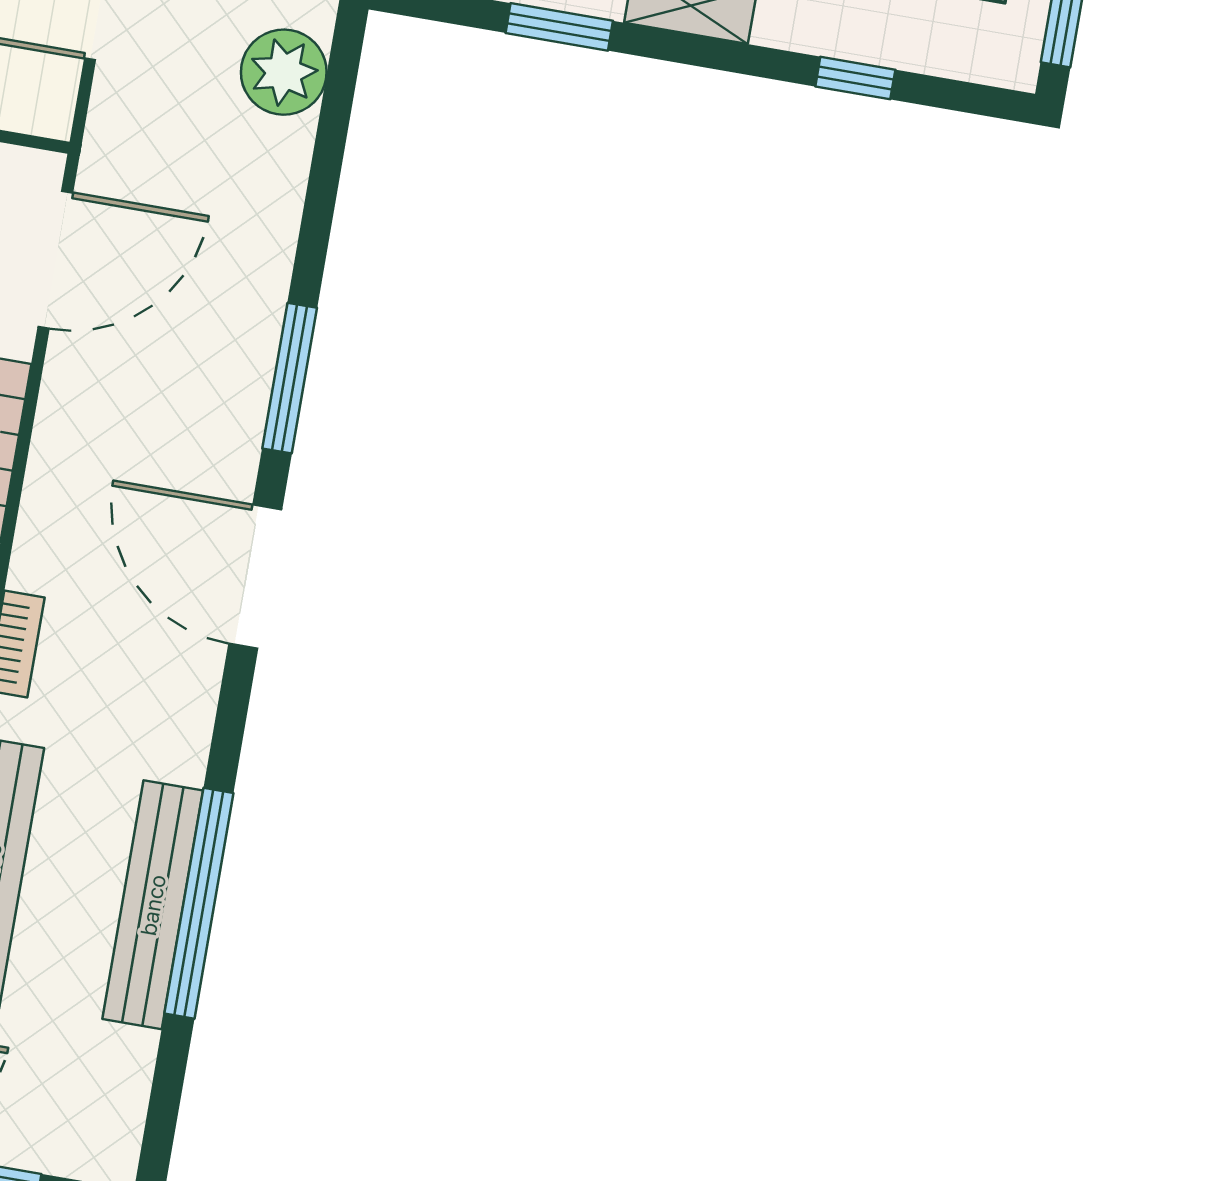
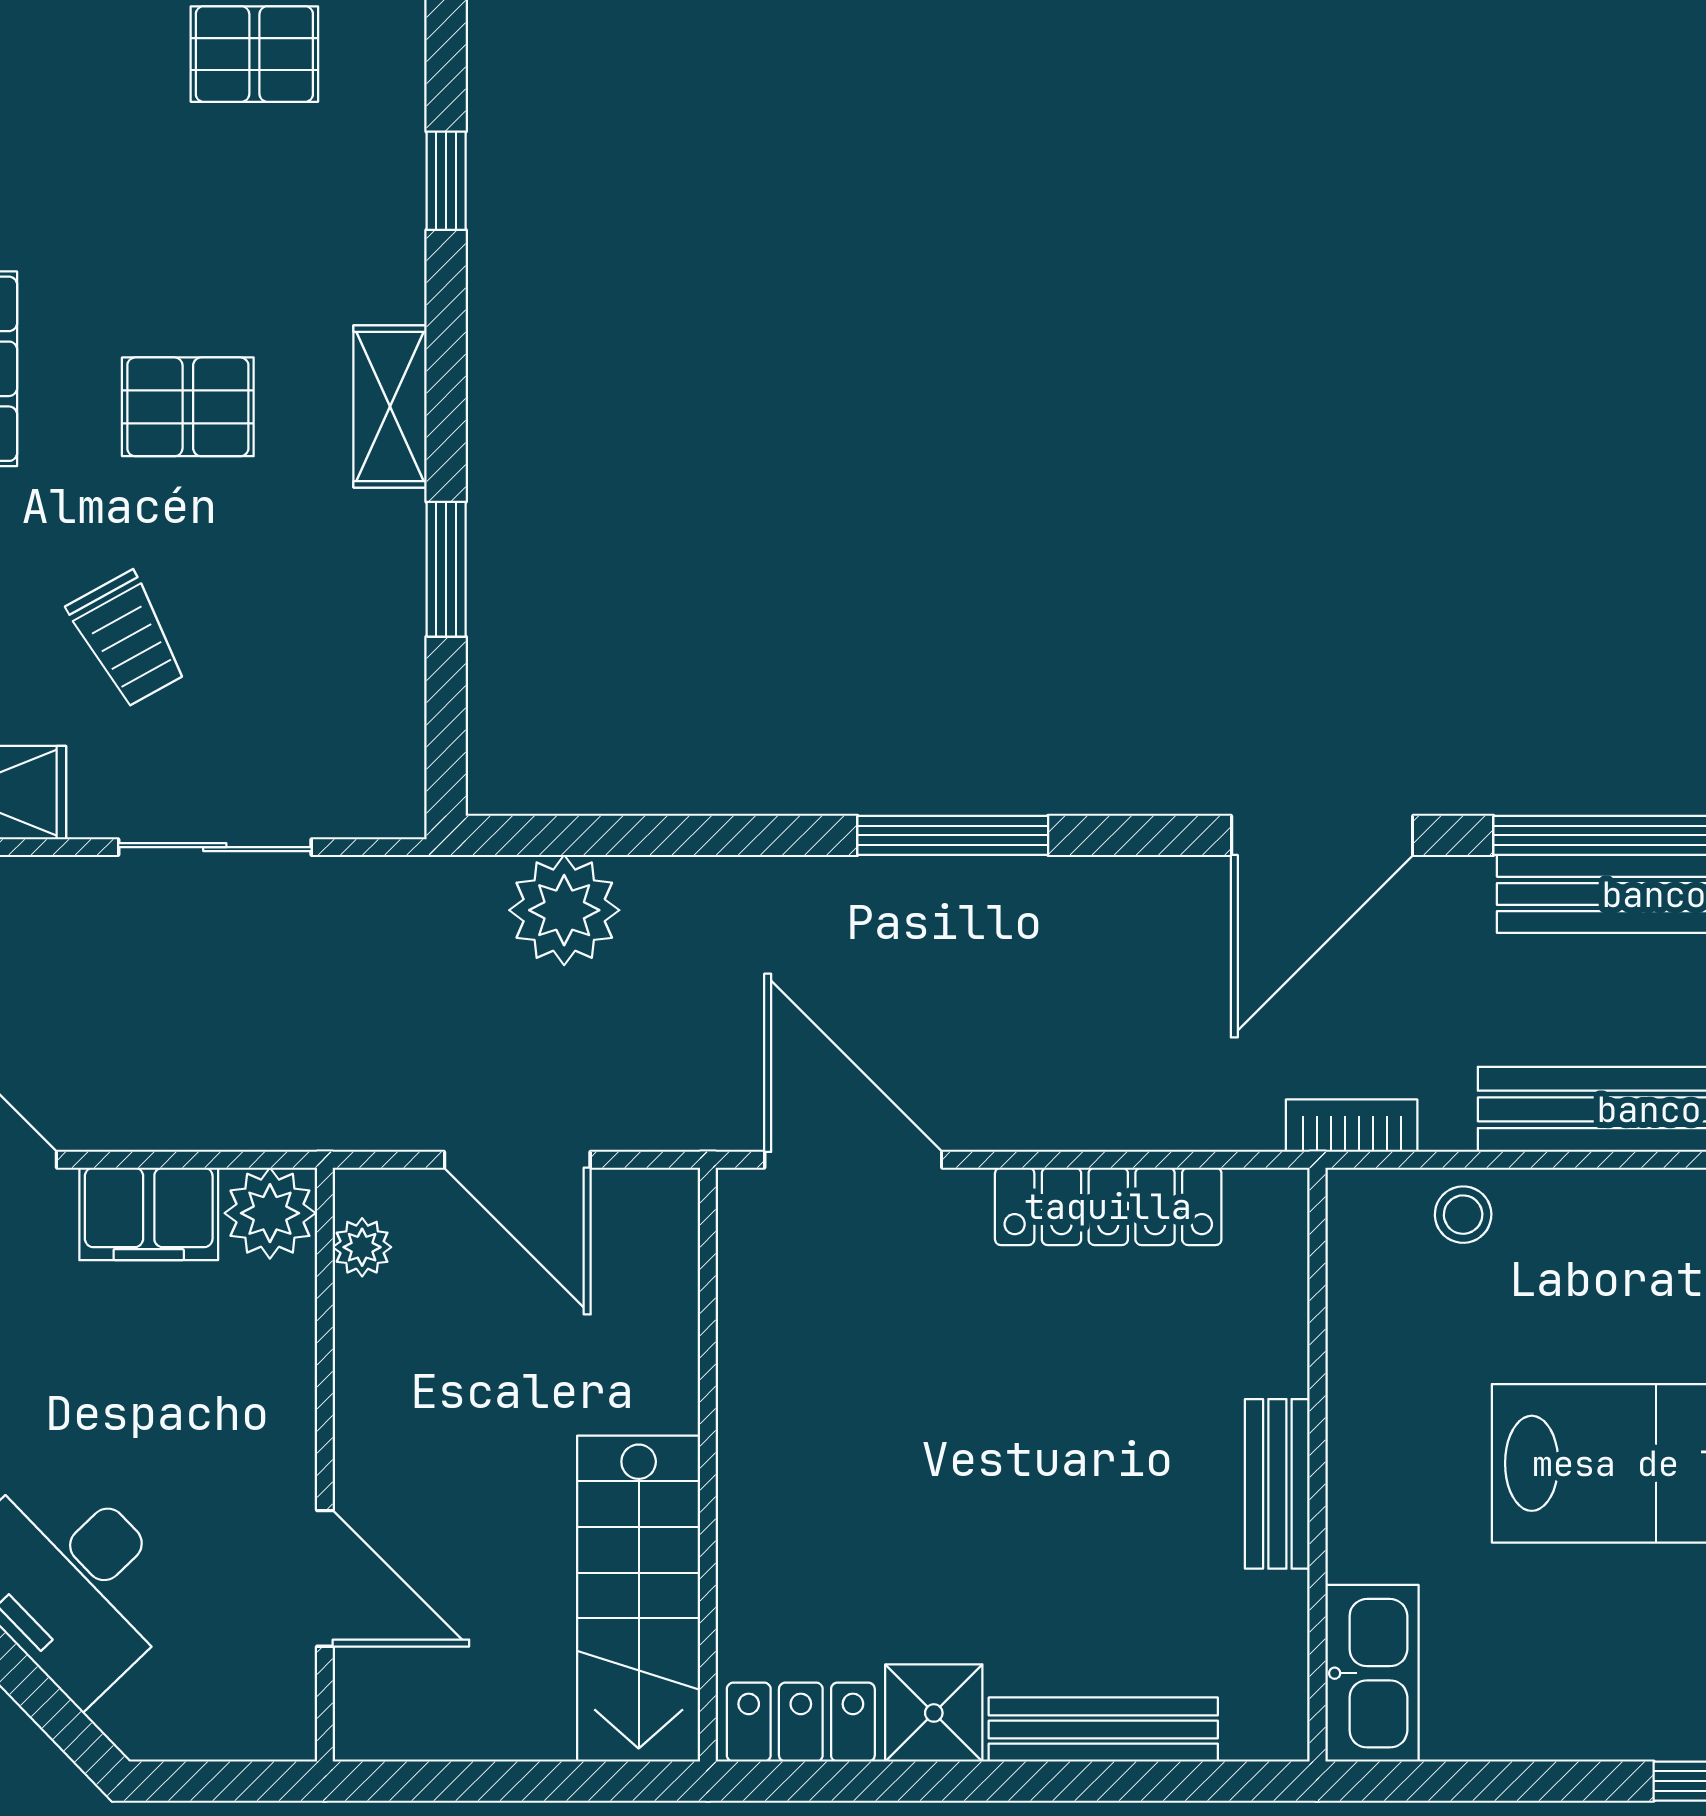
door: (255, 577) -> (1322, 835), moved

